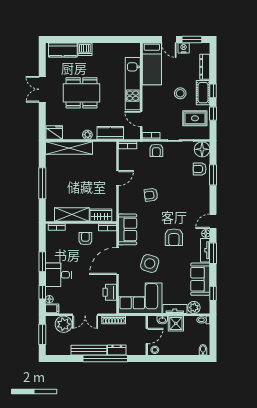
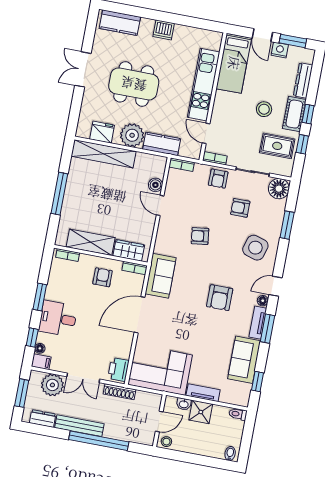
dishwasher: (85, 49) -> (164, 30), moved
fridge: (54, 132) -> (102, 132), moved
plant: (87, 135) -> (132, 135), width x1.88, depth x1.88
boiler: (111, 164) -> (155, 185), added
armchair: (200, 169) -> (240, 208), moved
door: (118, 178) -> (160, 205), swing flipped
side table: (150, 263) -> (255, 248), moved
printer: (110, 292) -> (118, 369), moved
plant: (194, 307) -> (229, 395), removed
dresser: (117, 350) -> (43, 418), moved

